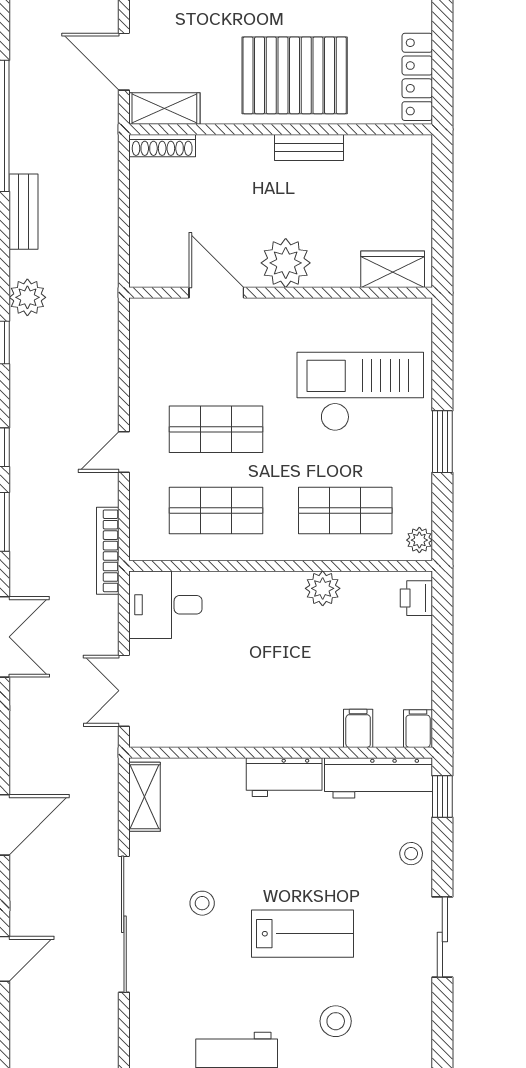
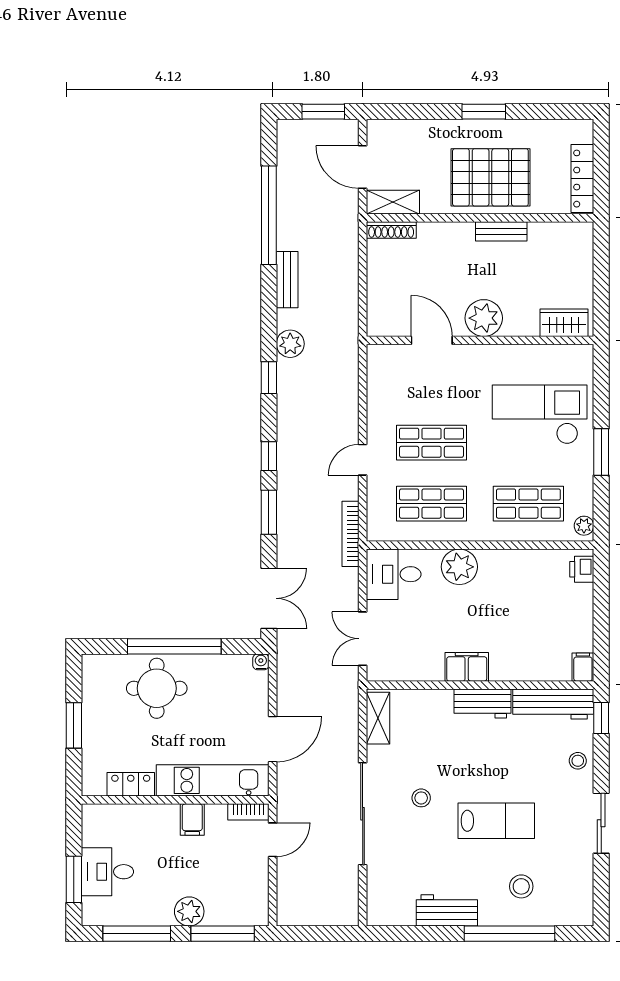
plant: (323, 588) -> (459, 567), moved, width x1.36, depth x1.36
filing cabinet: (358, 728) -> (467, 667), moved, width x2.00

